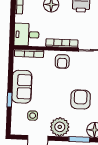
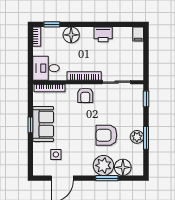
armchair: (81, 99) -> (106, 135), turned -90
window: (9, 100) -> (30, 125), moved
plant: (60, 127) -> (103, 165), moved

